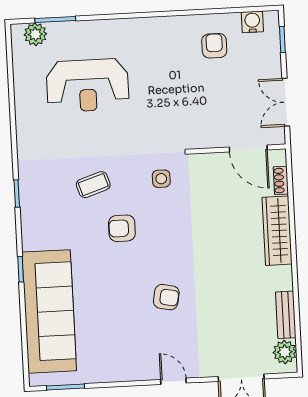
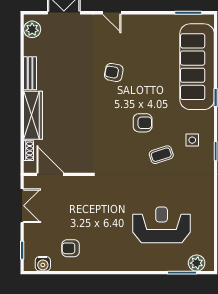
armchair: (214, 46) -> (71, 248), turned 90
side table: (161, 179) -> (192, 140), moved
bench: (286, 315) -> (30, 73), moved

